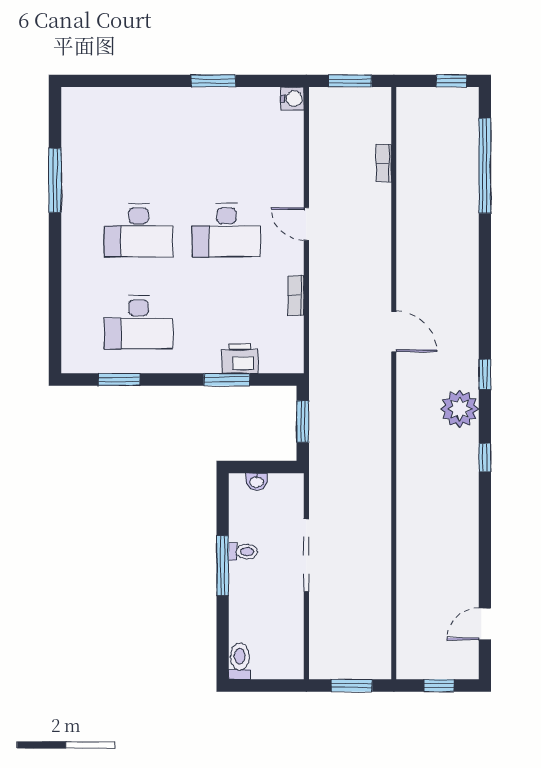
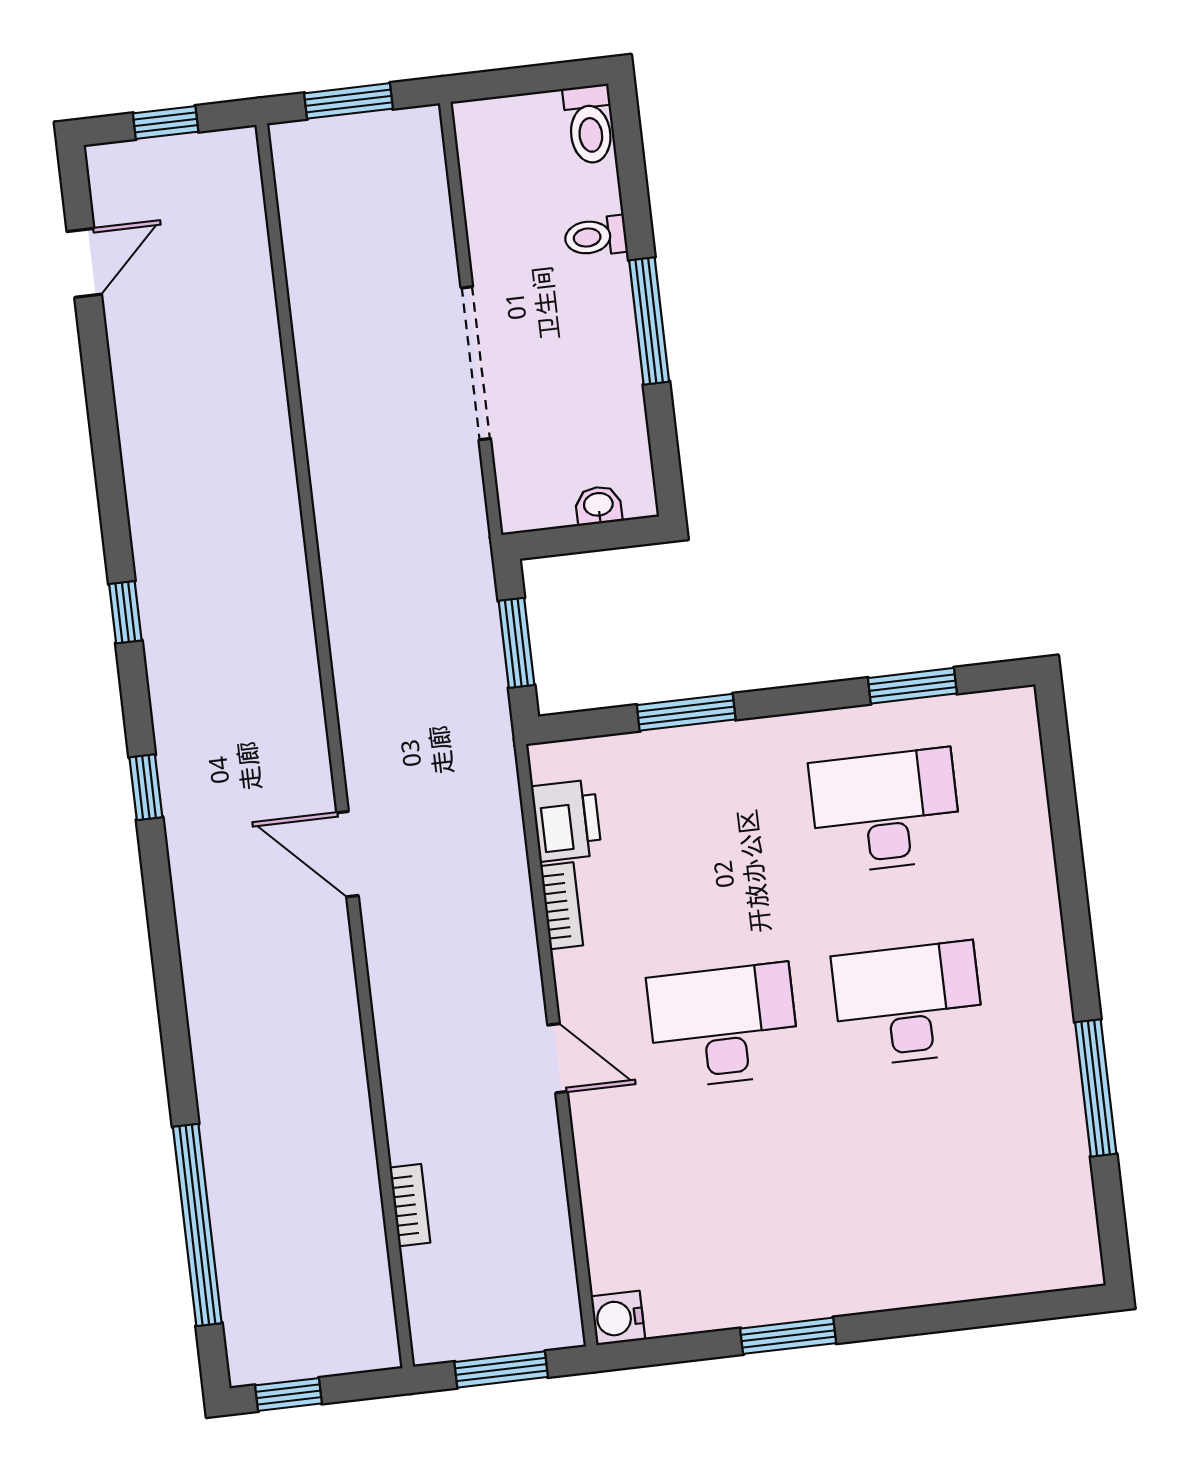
printer: (240, 359) -> (566, 821), moved, turned -90
plant: (460, 409) -> (190, 708), removed
toilet: (243, 552) -> (596, 237), moved

